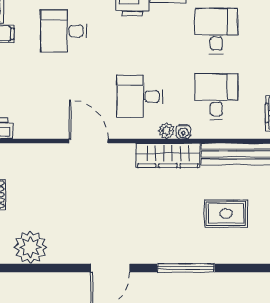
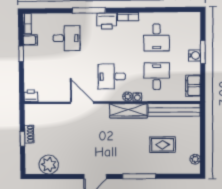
desk: (64, 31) -> (66, 38), turned 180
desk: (216, 31) -> (157, 37), turned 180

